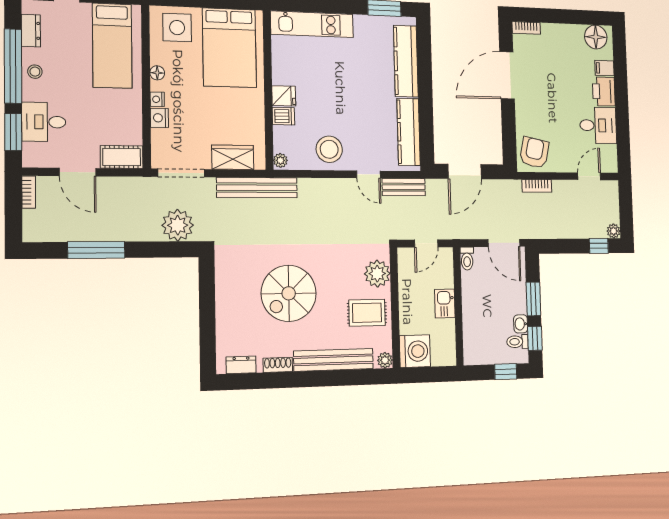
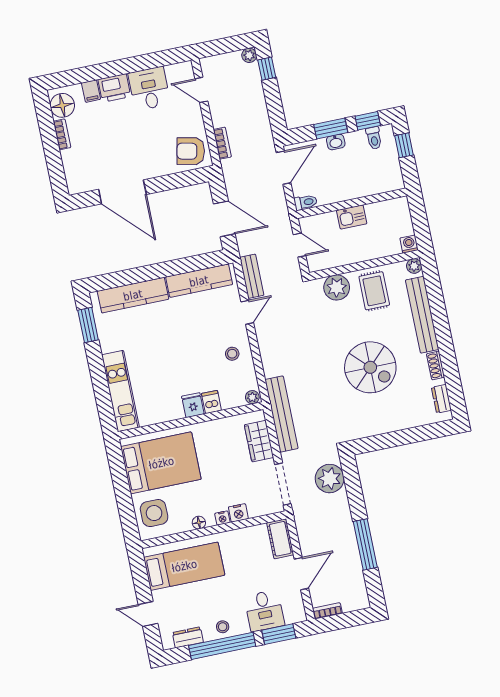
bookcase: (526, 28) -> (62, 134), moved
stool: (329, 149) -> (232, 354), width x0.53, depth x0.53
washbasin: (521, 324) -> (336, 142), moved
washing machine: (415, 351) -> (409, 244), width x0.53, depth x0.53

